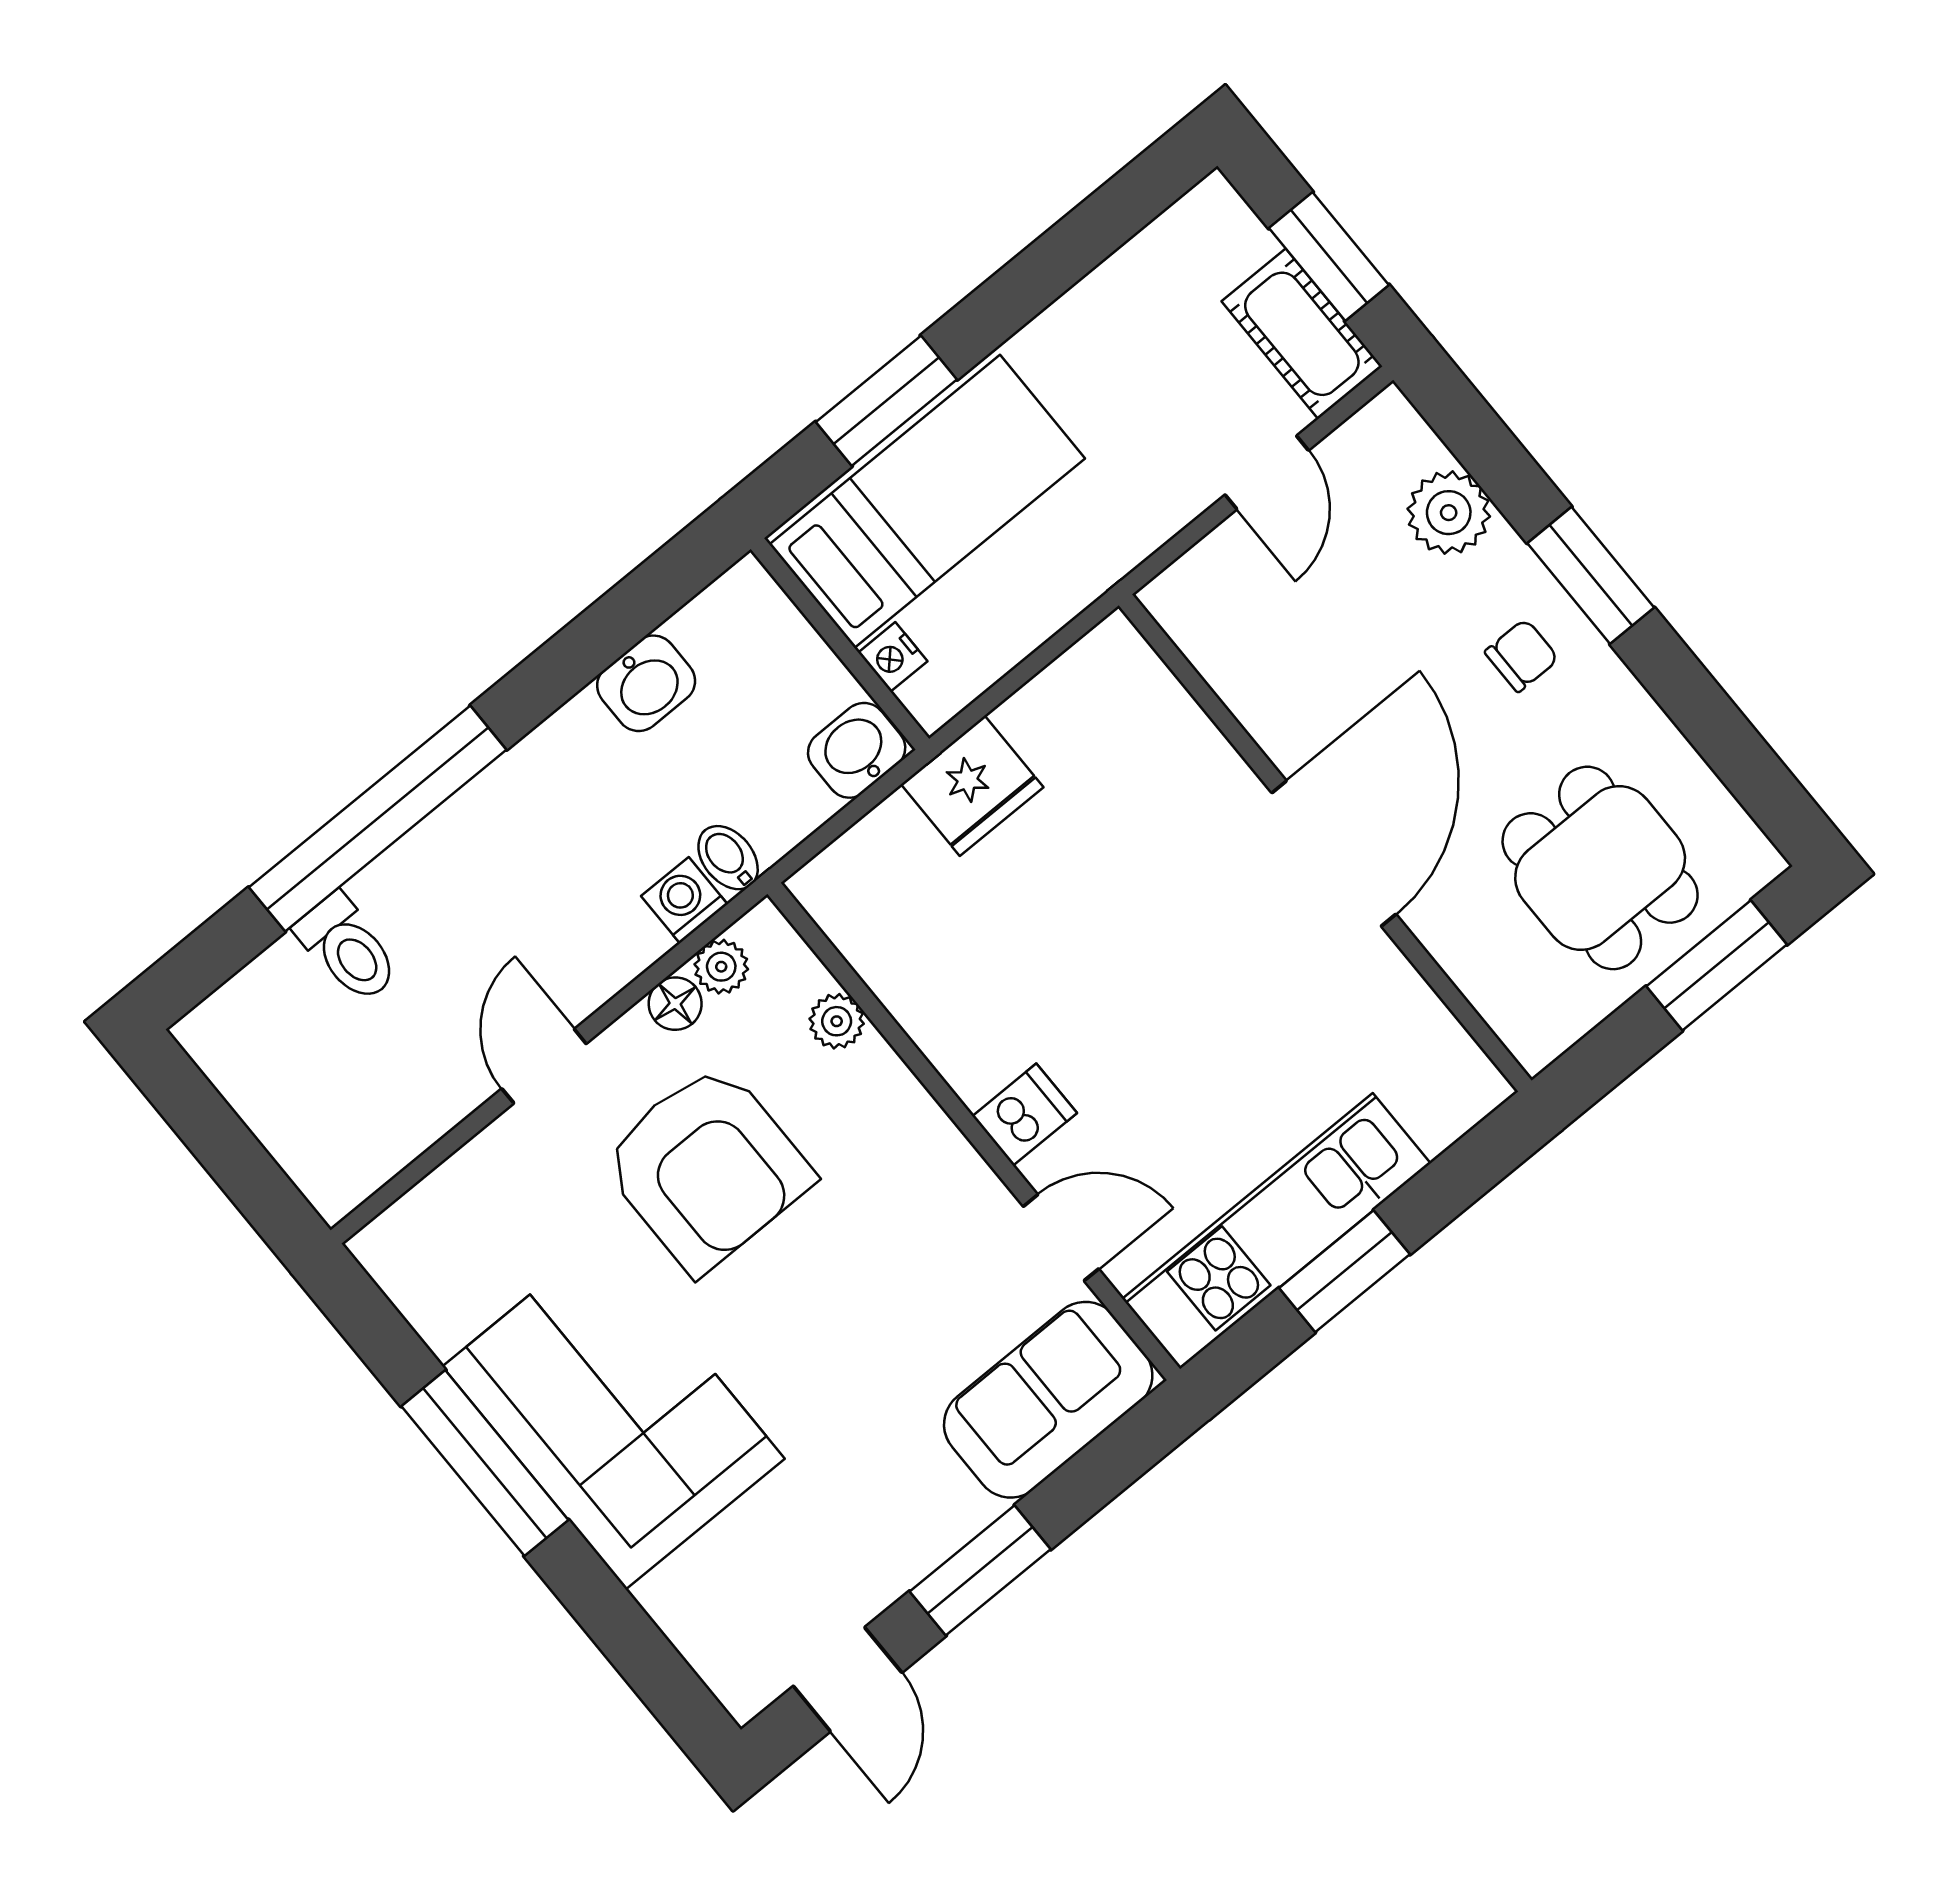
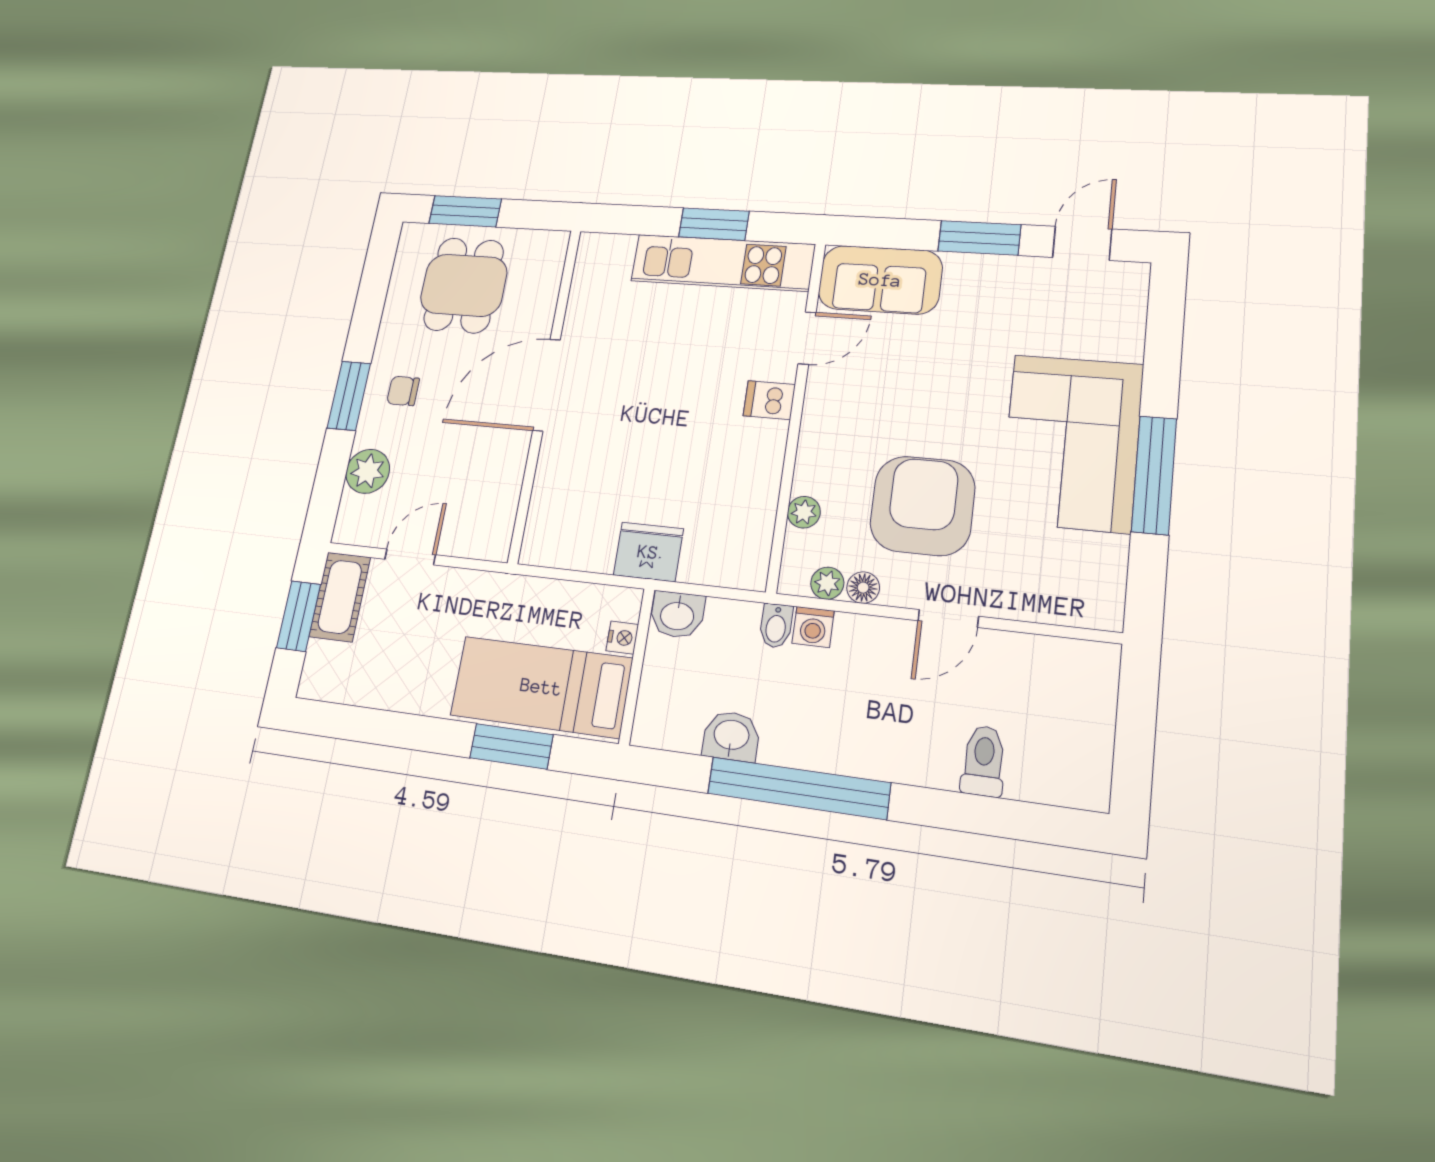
window: (378, 819) -> (798, 788), moved
door: (1061, 1238) -> (807, 338), swing flipped

